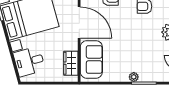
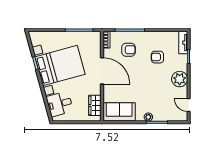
sofa: (91, 59) -> (119, 112), moved, turned -90

